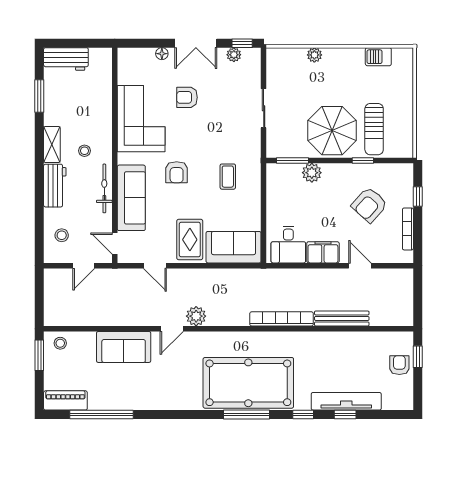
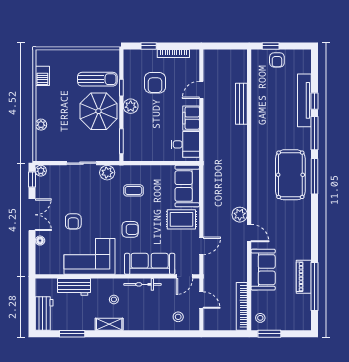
plant: (234, 55) -> (41, 171), moved
plant: (251, 142) -> (107, 173), added
plant: (312, 173) -> (131, 106), moved
workbench: (55, 186) -> (74, 287), moved, turned 180
armchair: (369, 205) -> (155, 83), turned 48
bookcase: (282, 319) -> (242, 306), moved
armchair: (399, 365) -> (277, 60), turned -90
pool table: (248, 383) -> (290, 175), width x0.73, depth x0.76
piano: (65, 400) -> (304, 277), moved
window: (303, 415) -> (315, 133), width x2.17

